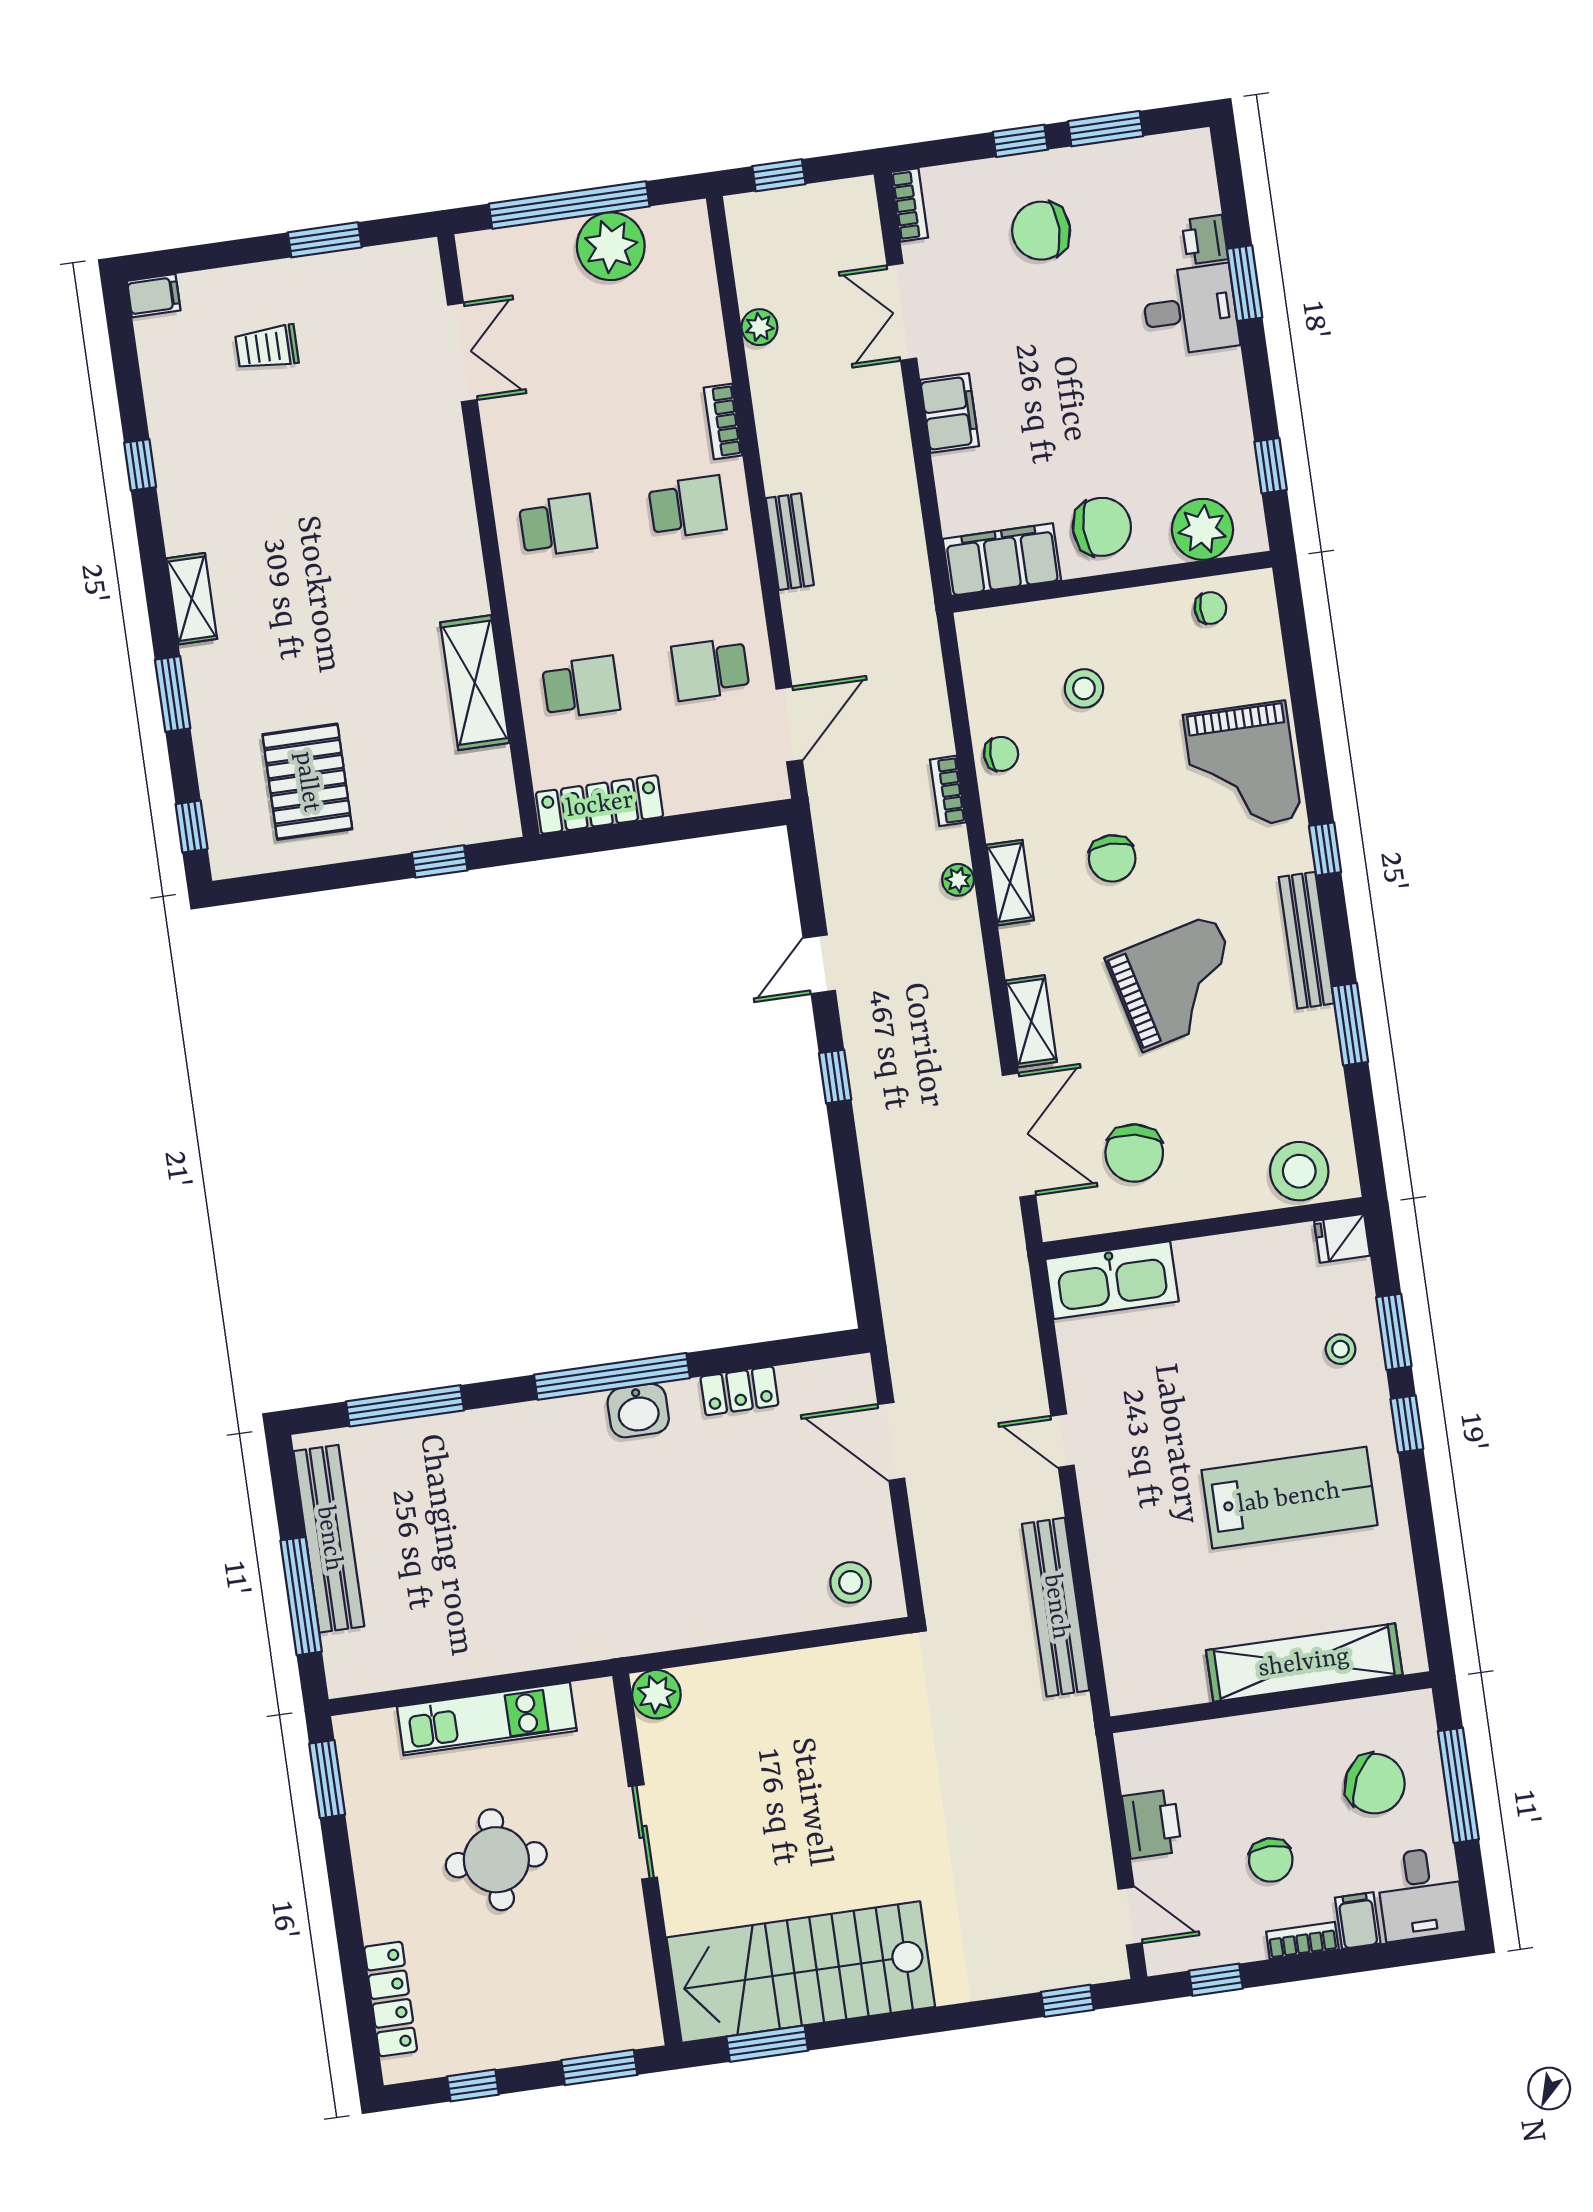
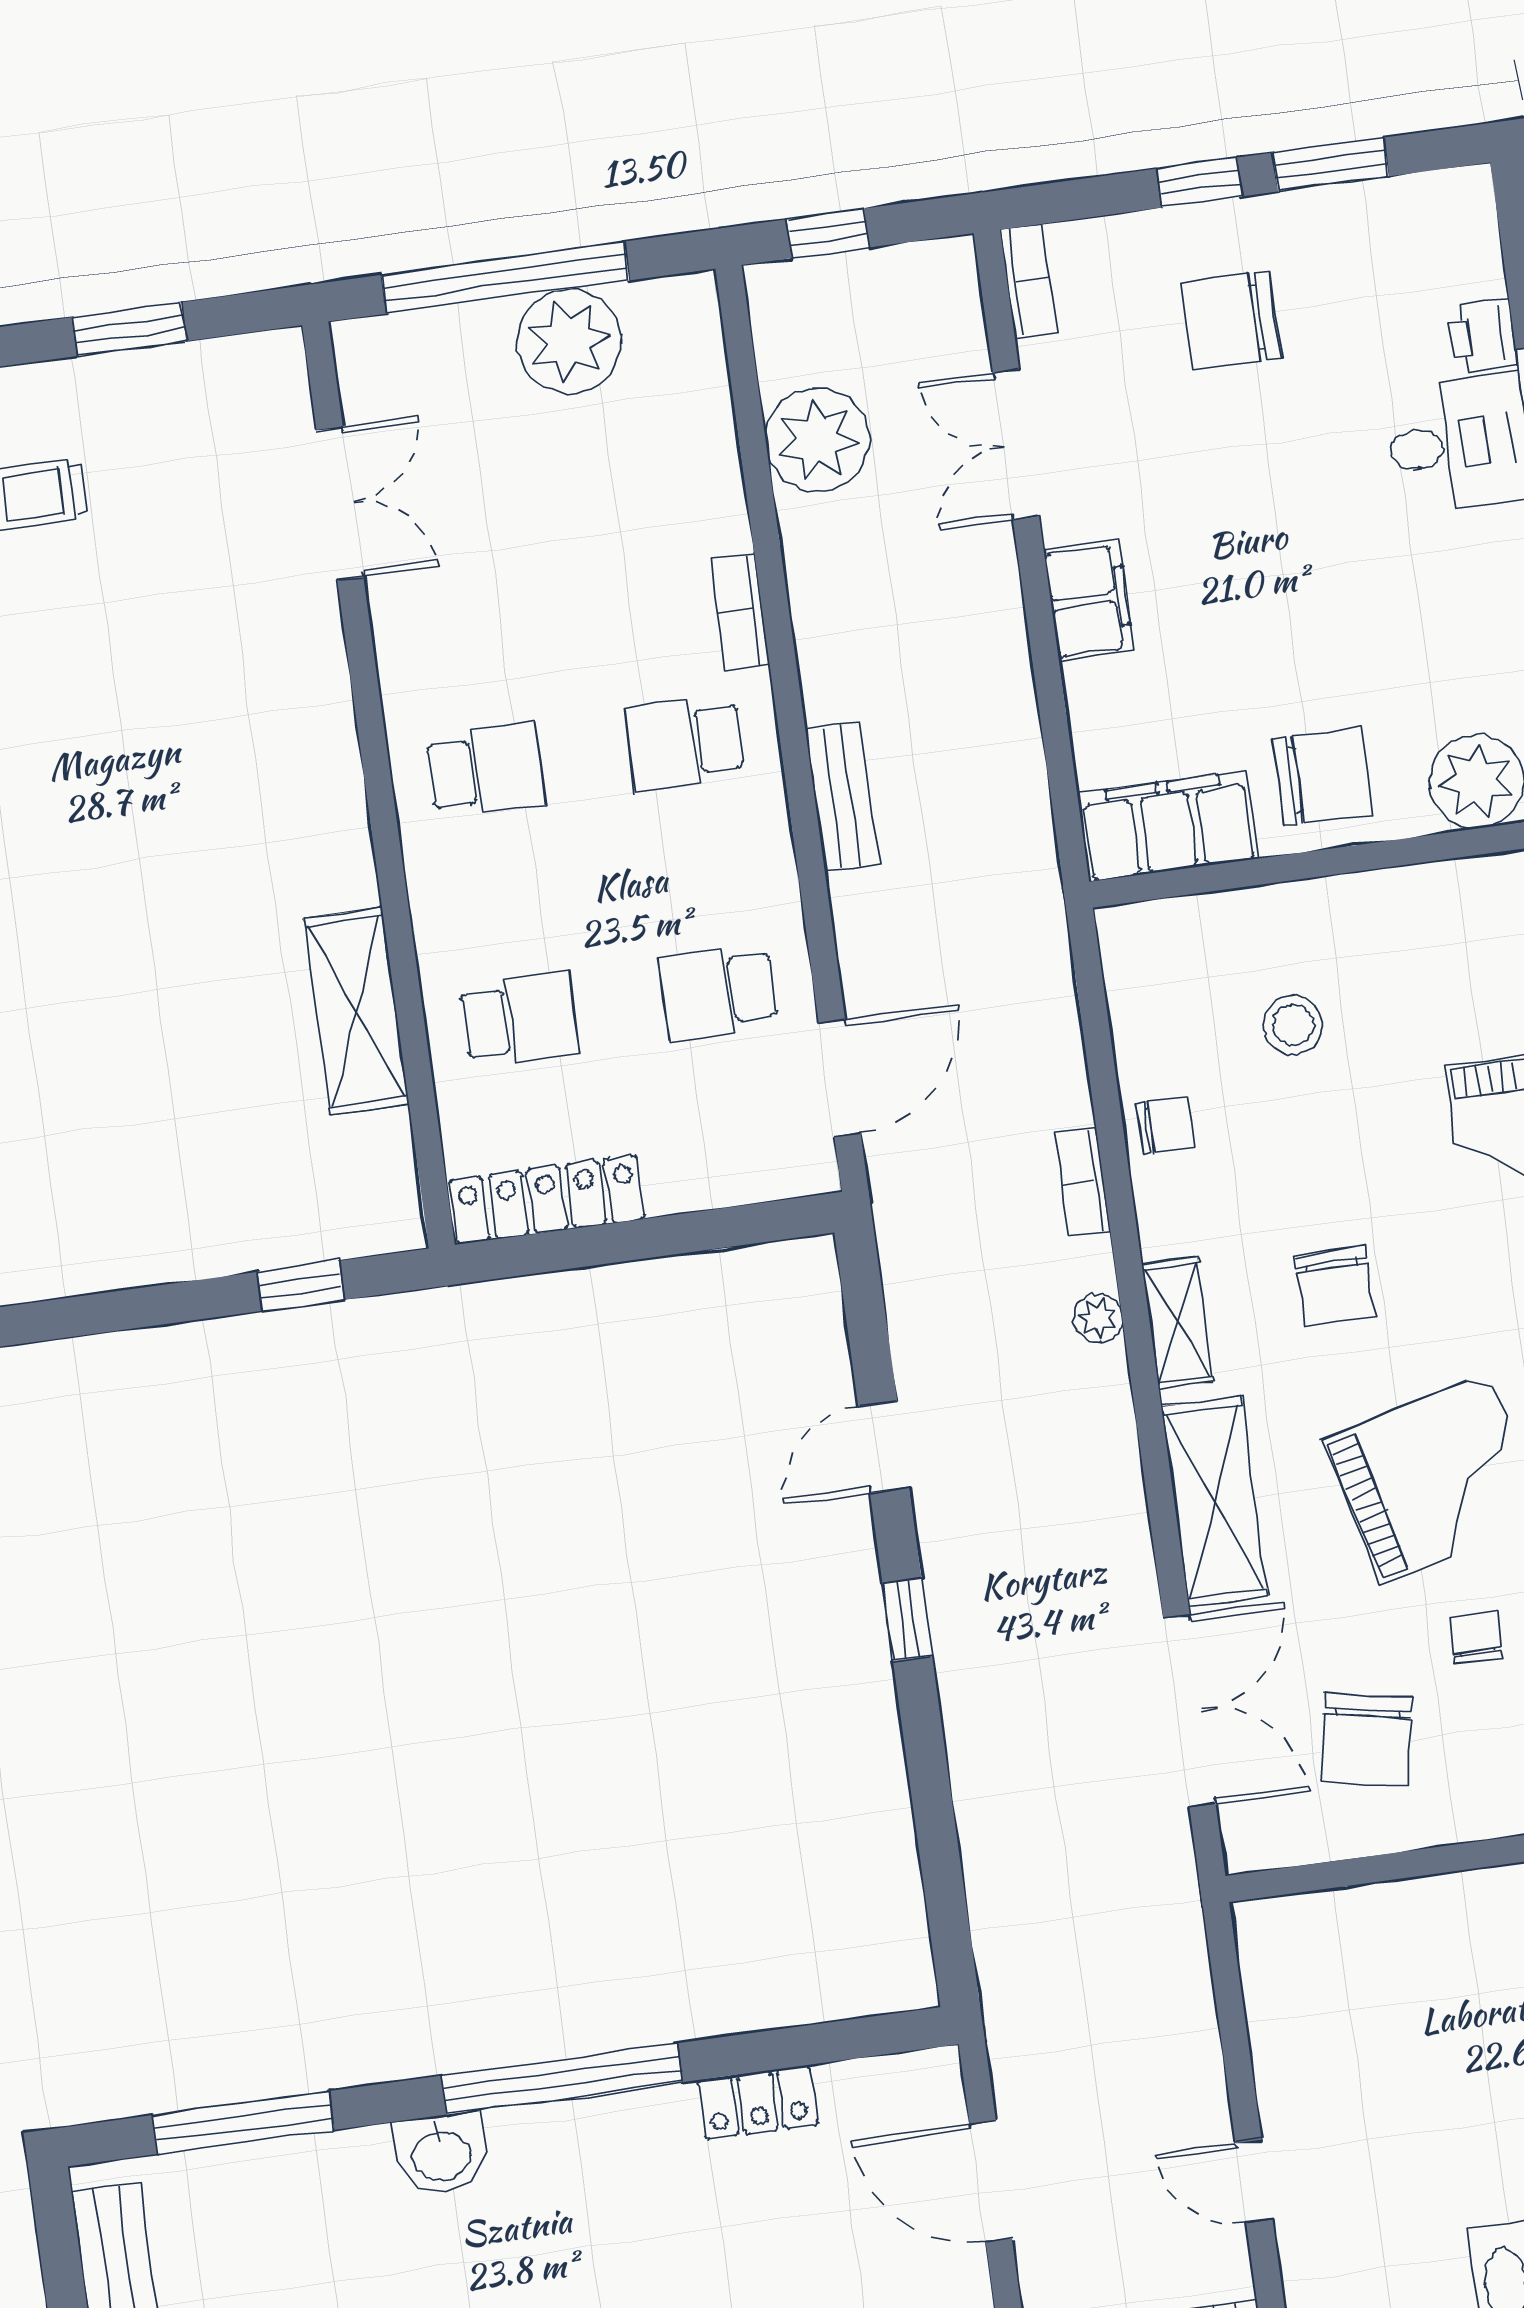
plant: (759, 327) -> (818, 440), width x1.87, depth x1.87
school desk: (687, 507) -> (685, 743), turned 180
chair: (1210, 608) -> (1476, 1637), moved, turned -90
pallet: (307, 782) -> (98, 1162), removed
shelving: (1031, 1021) -> (1215, 1502), width x1.50, depth x1.33
kitchen sink: (1112, 1280) -> (1331, 1935), removed
washbasin: (638, 1411) -> (441, 2154), moved

